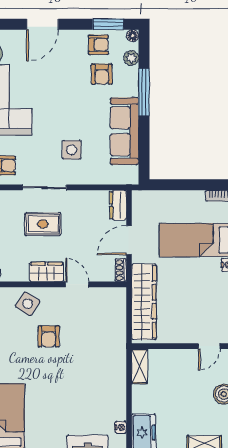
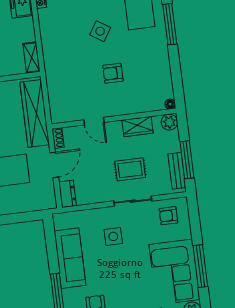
wardrobe: (46, 272) -> (137, 127), moved
side table: (28, 304) -> (100, 31), moved
armchair: (49, 336) -> (113, 73), turned -90

